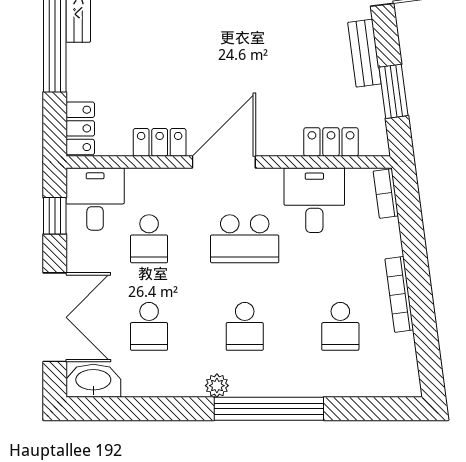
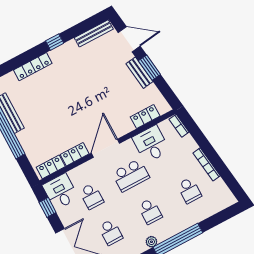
window: (393, 91) -> (149, 68), moved
locker: (80, 128) -> (51, 167), moved, turned -90

